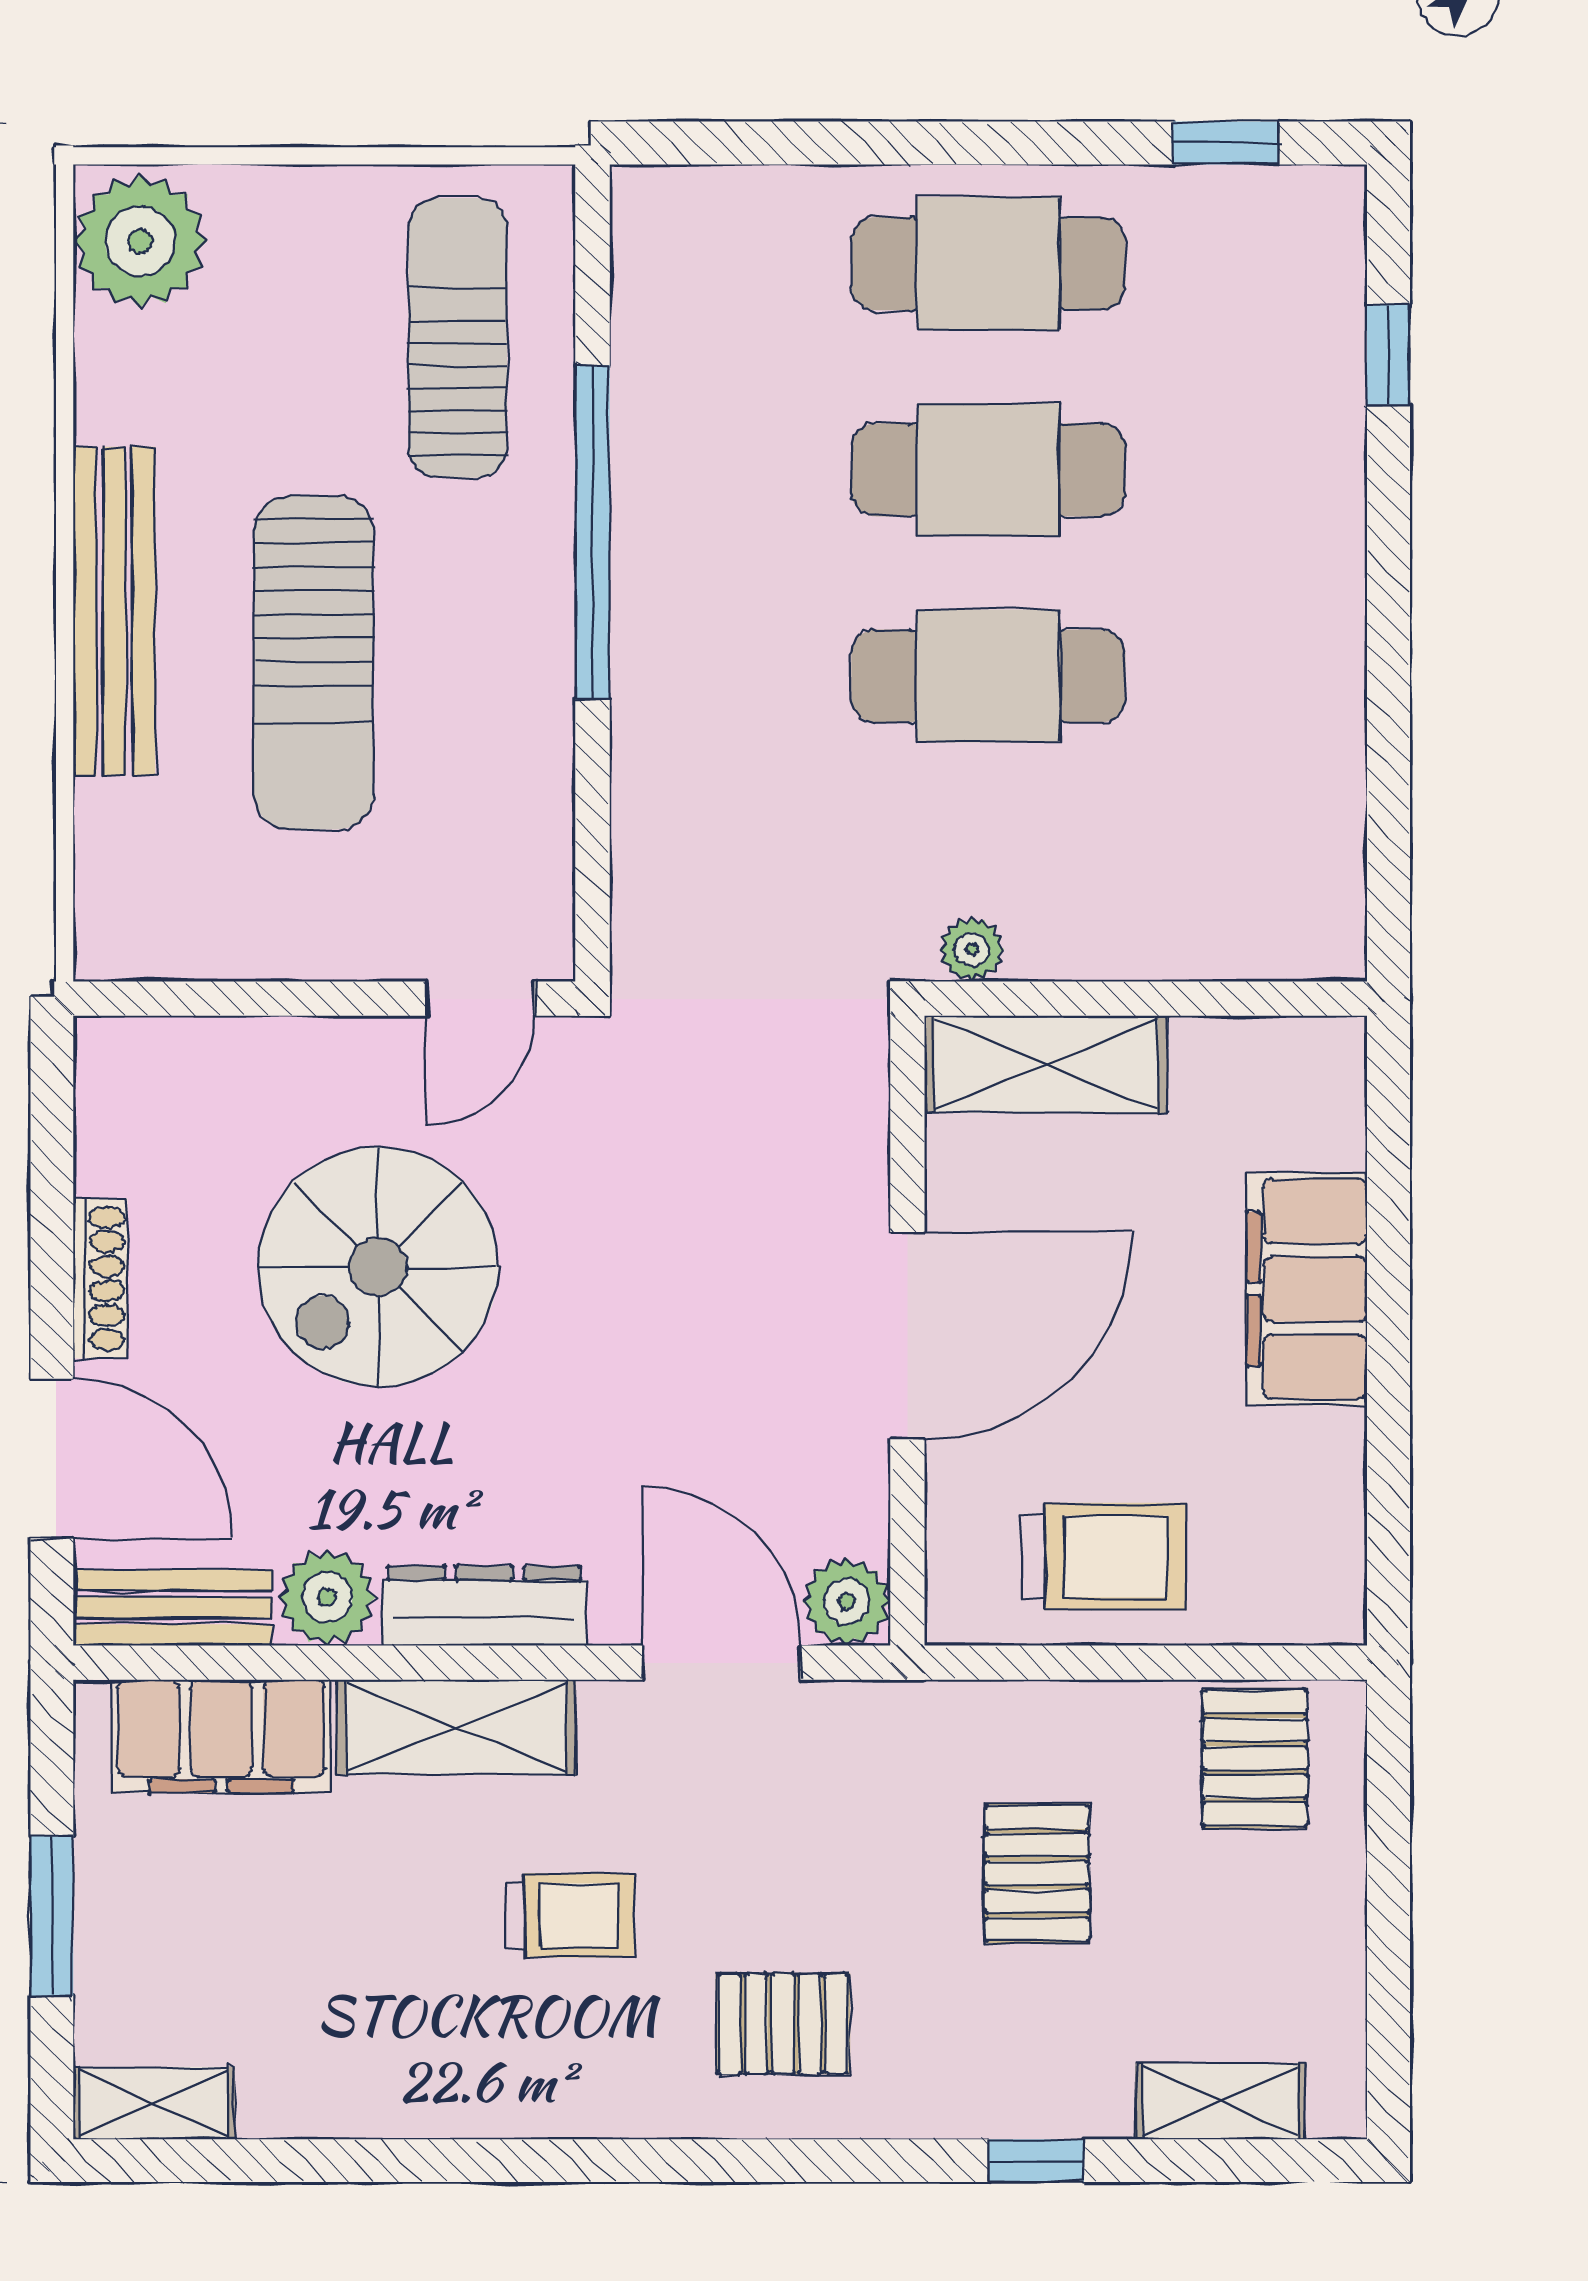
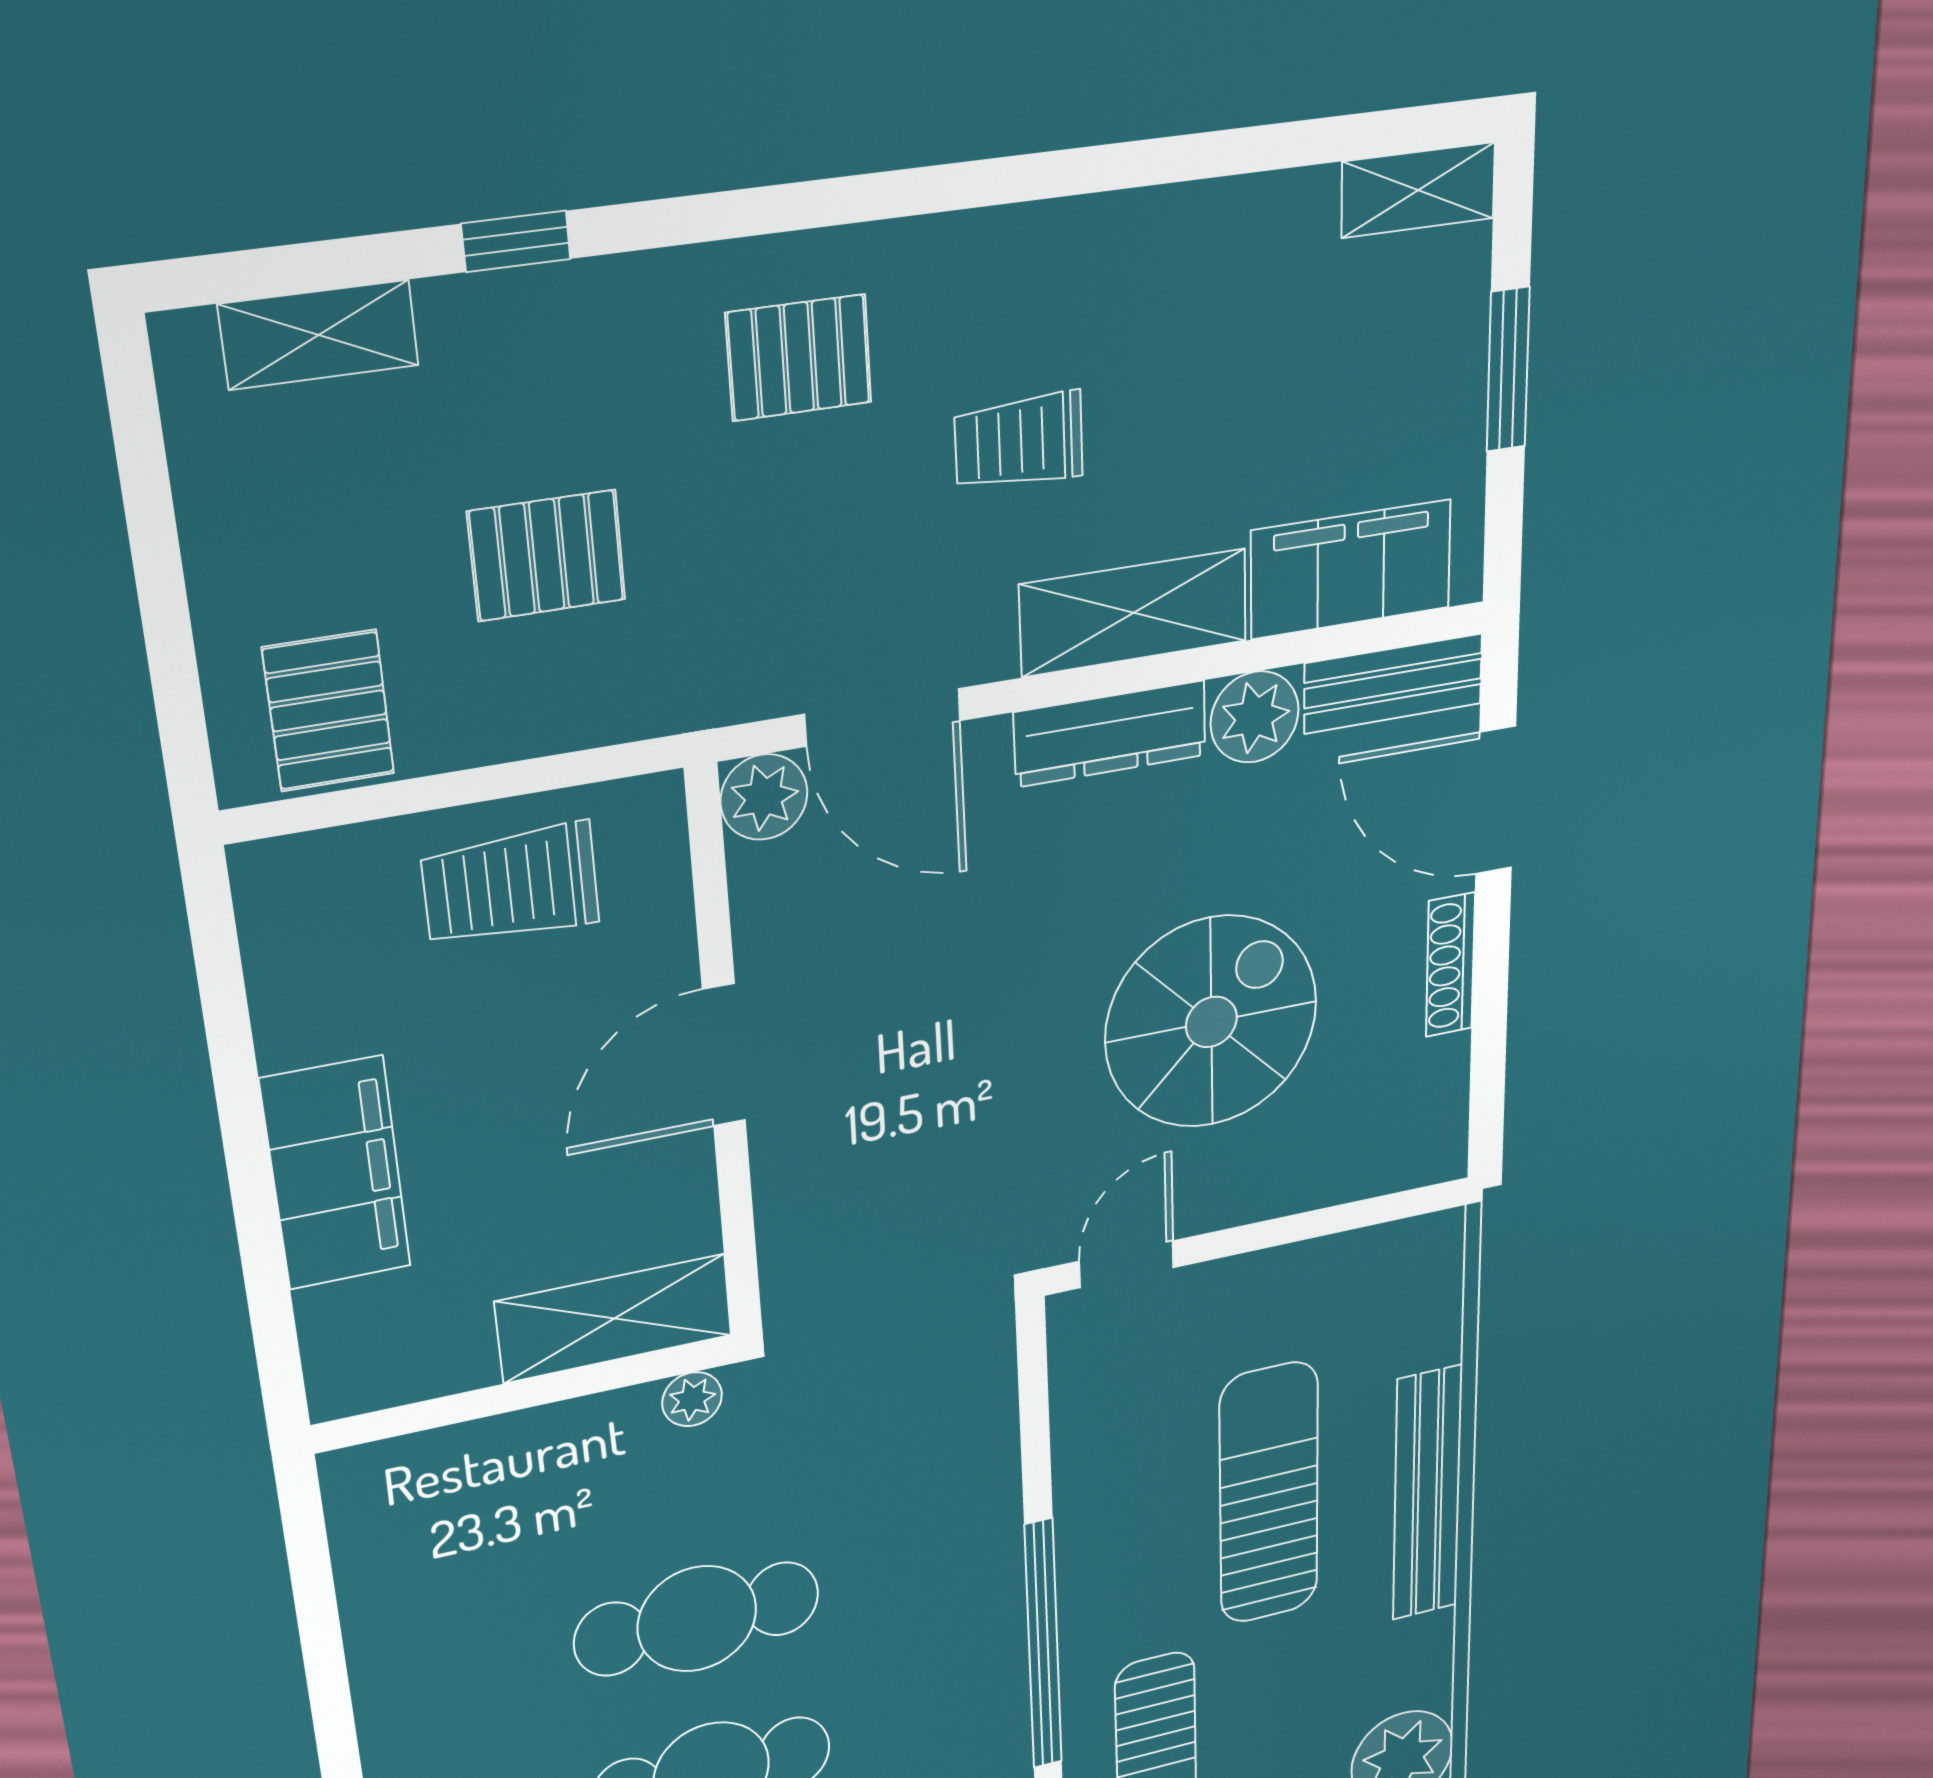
door: (907, 1336) -> (724, 1055), width x0.73
pallet: (1037, 1873) -> (547, 556), turned 90

